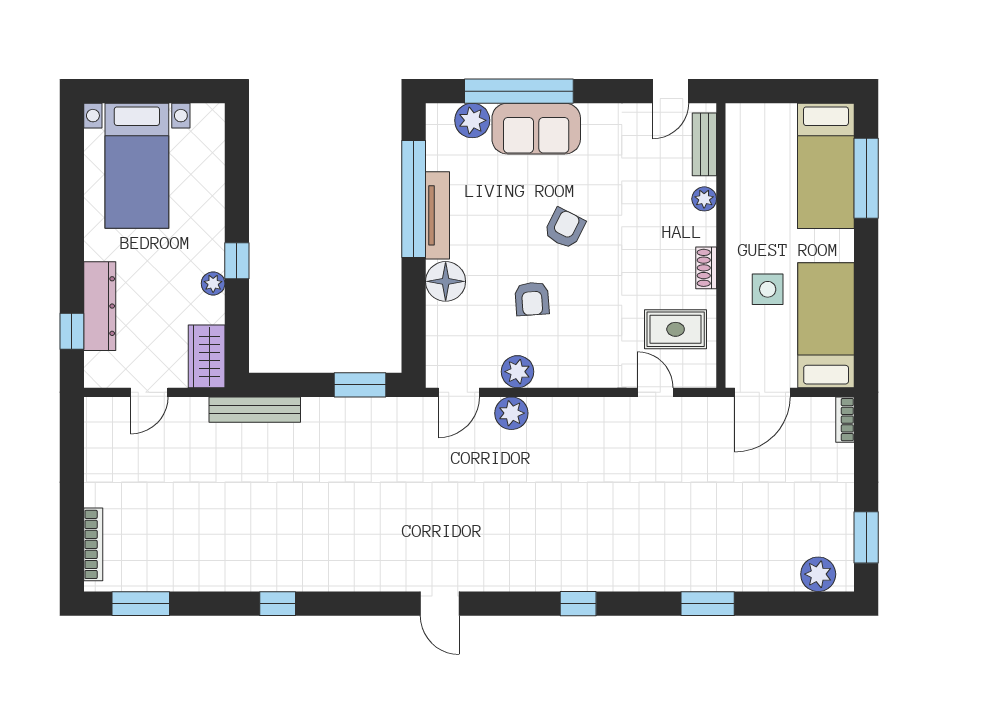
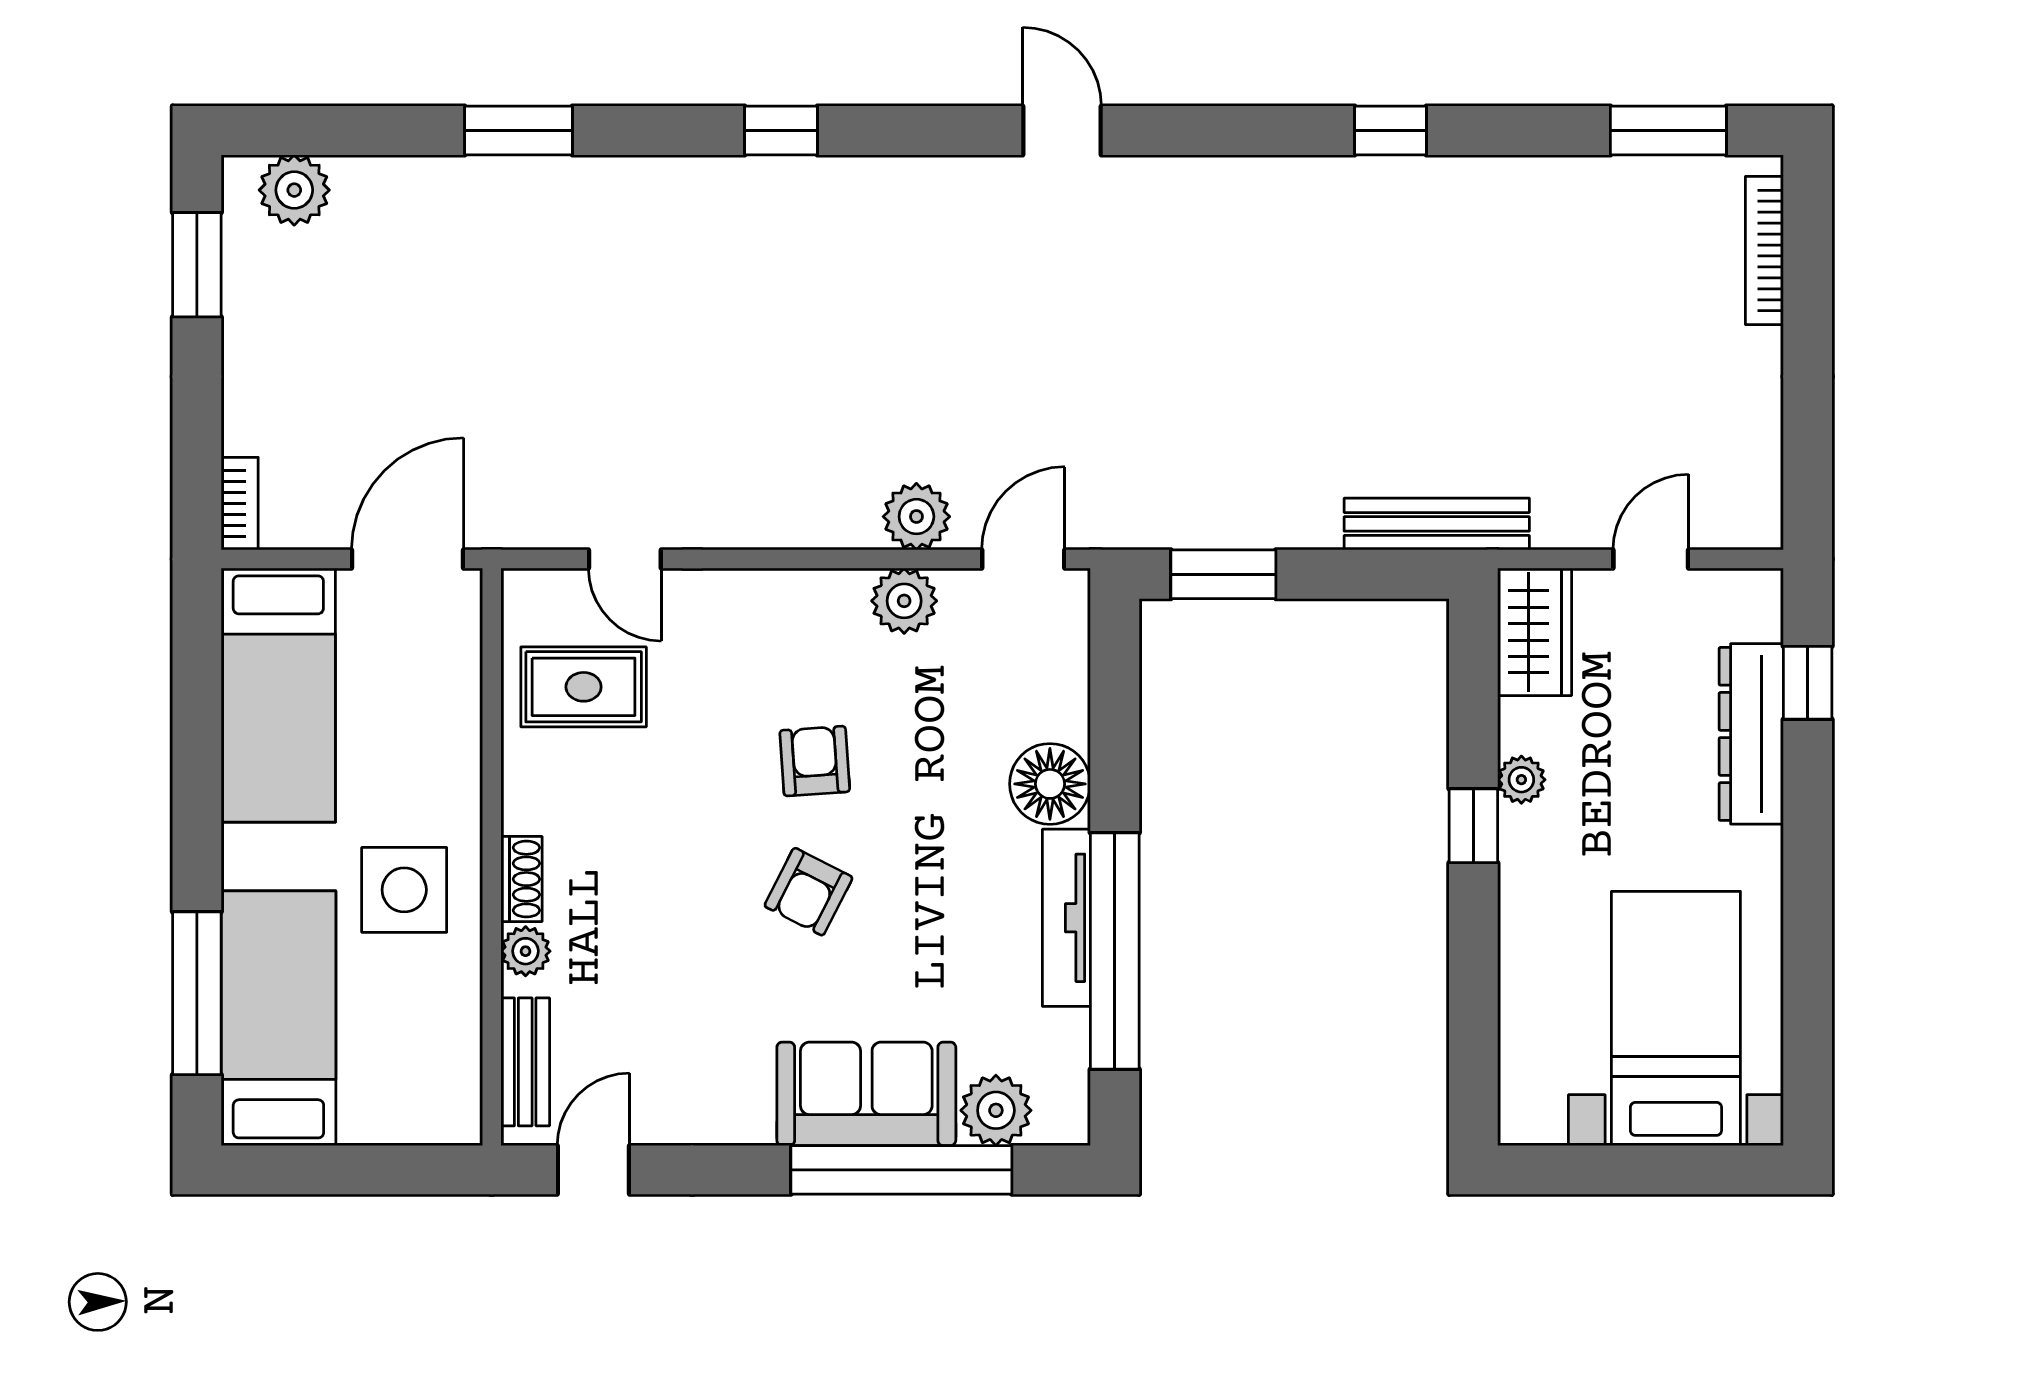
shoe rack: (706, 268) -> (521, 879), moved
side table: (768, 289) -> (404, 890), moved, width x1.37, depth x1.37
armchair: (532, 299) -> (815, 761), moved

